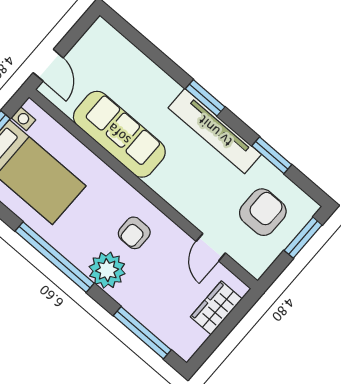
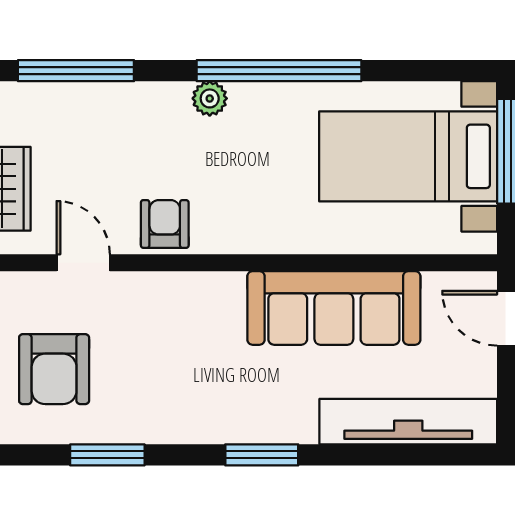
tv unit: (215, 131) -> (408, 422), moved
armchair: (134, 233) -> (165, 224), moved
plant: (107, 270) -> (210, 98), width x0.53, depth x0.53

